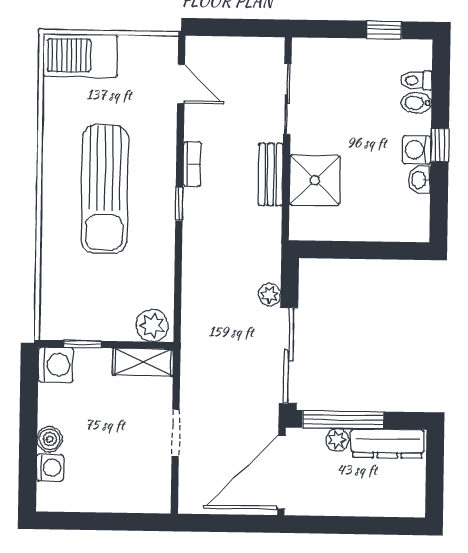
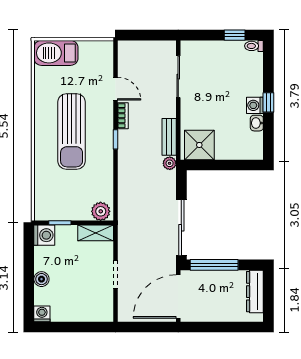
toilet: (416, 80) -> (254, 46), moved
door: (181, 84) -> (116, 89), moved
bidet: (416, 103) -> (254, 78), removed
bench: (271, 174) -> (169, 137), moved
shower: (315, 180) -> (199, 145), moved
plant: (269, 295) -> (170, 163), moved
plant: (337, 440) -> (211, 277), removed
dresser: (388, 444) -> (255, 292), moved, turned 90
washing machine: (50, 468) -> (42, 314), moved, turned -90

